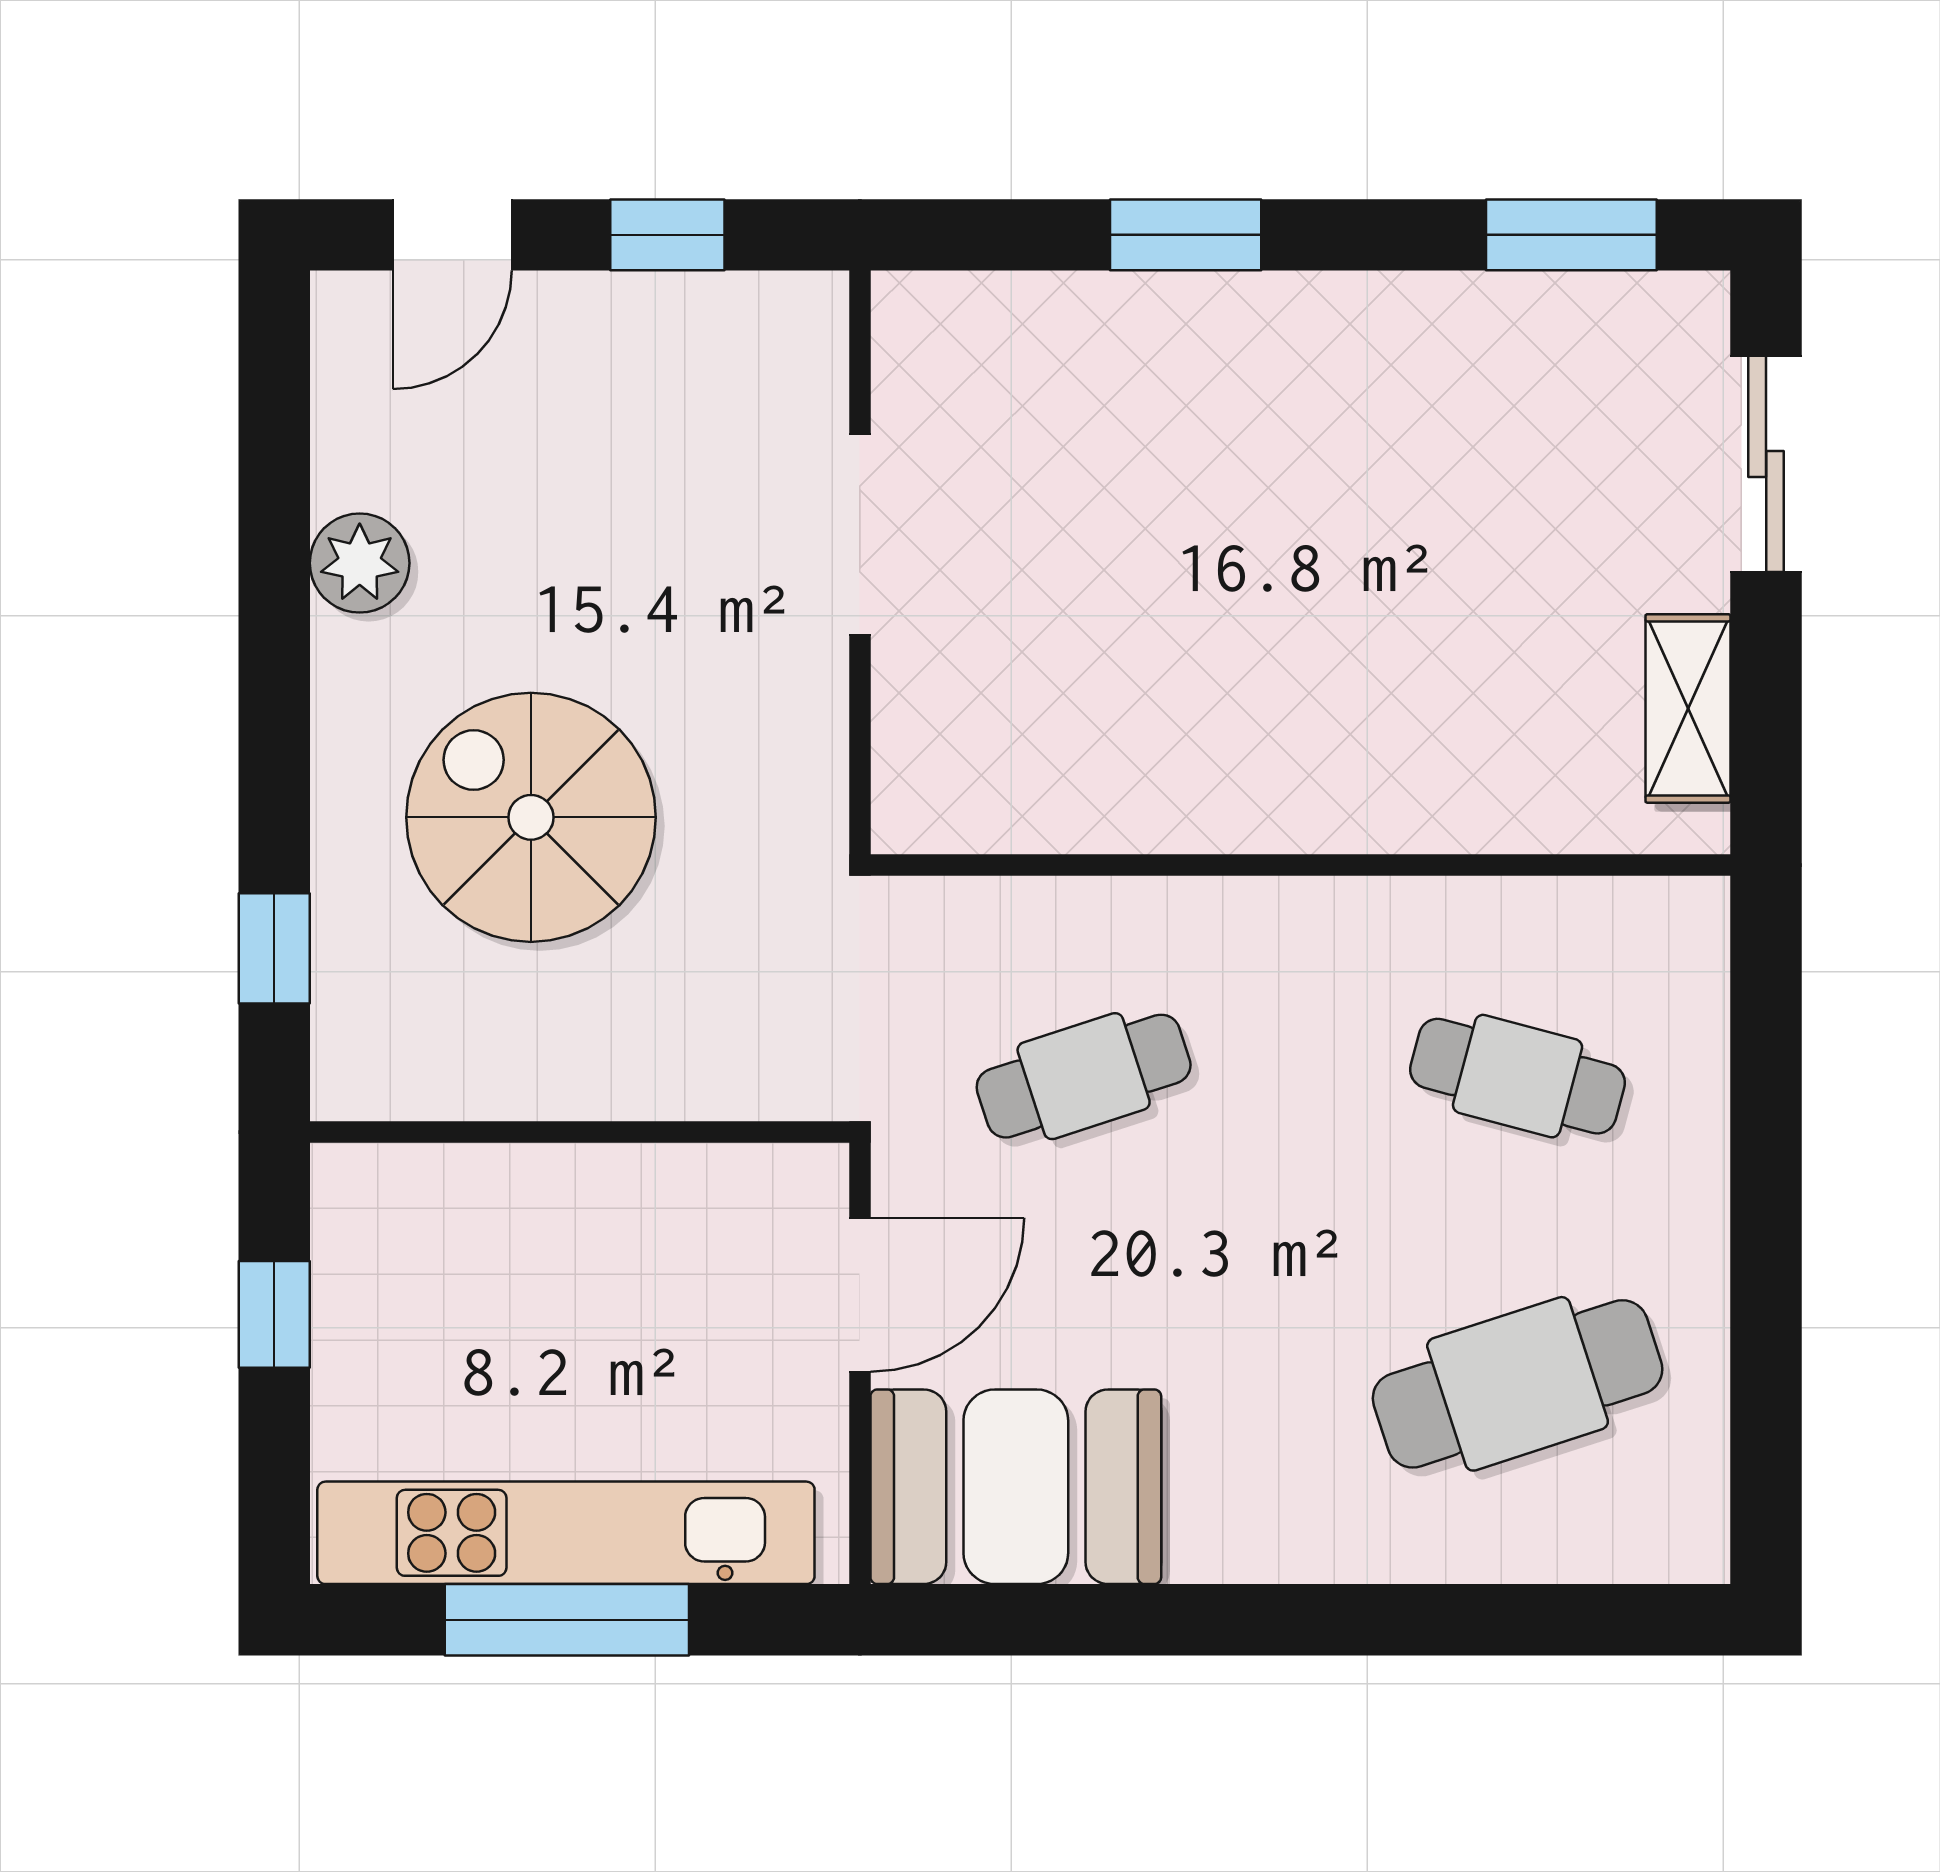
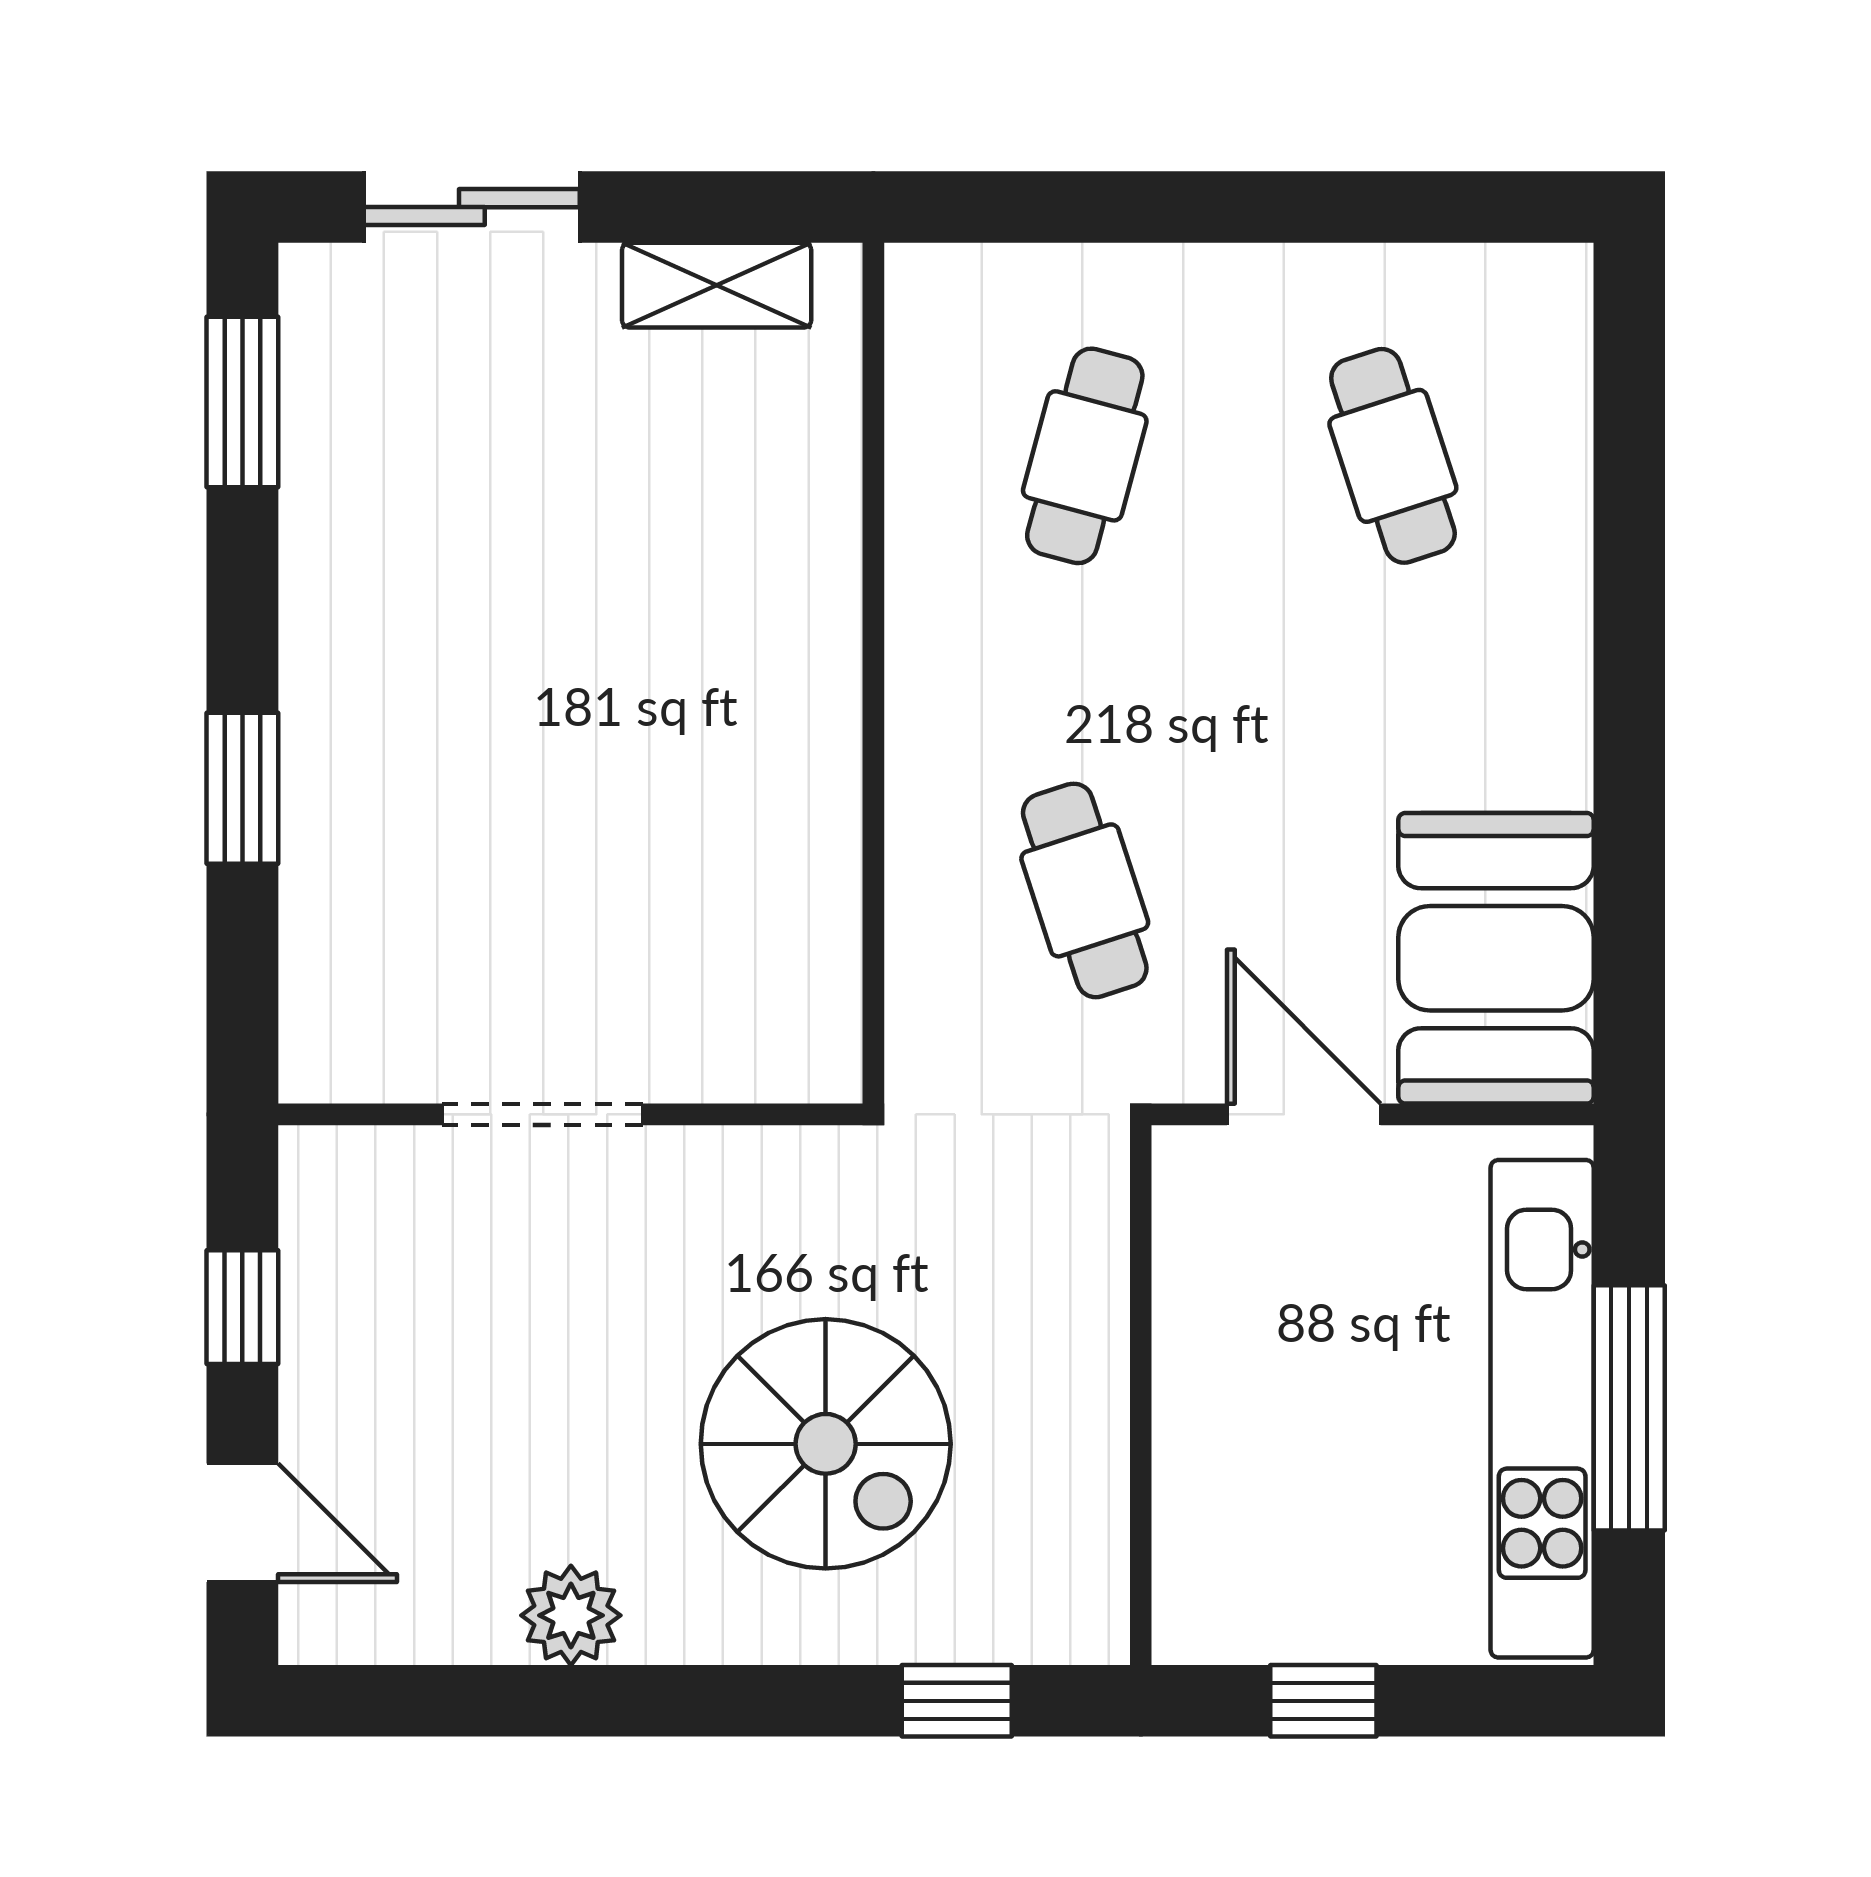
spiral stairs: (531, 817) -> (826, 1444), turned -90
cafe table: (1518, 1384) -> (1393, 456), width x0.73, depth x0.74

